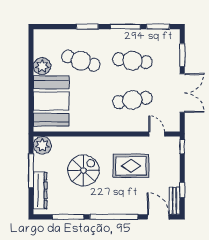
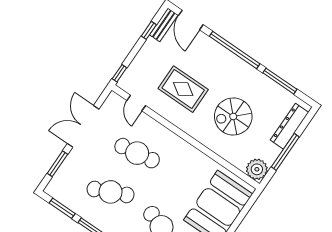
cafe table: (132, 61) -> (111, 192), turned -30

